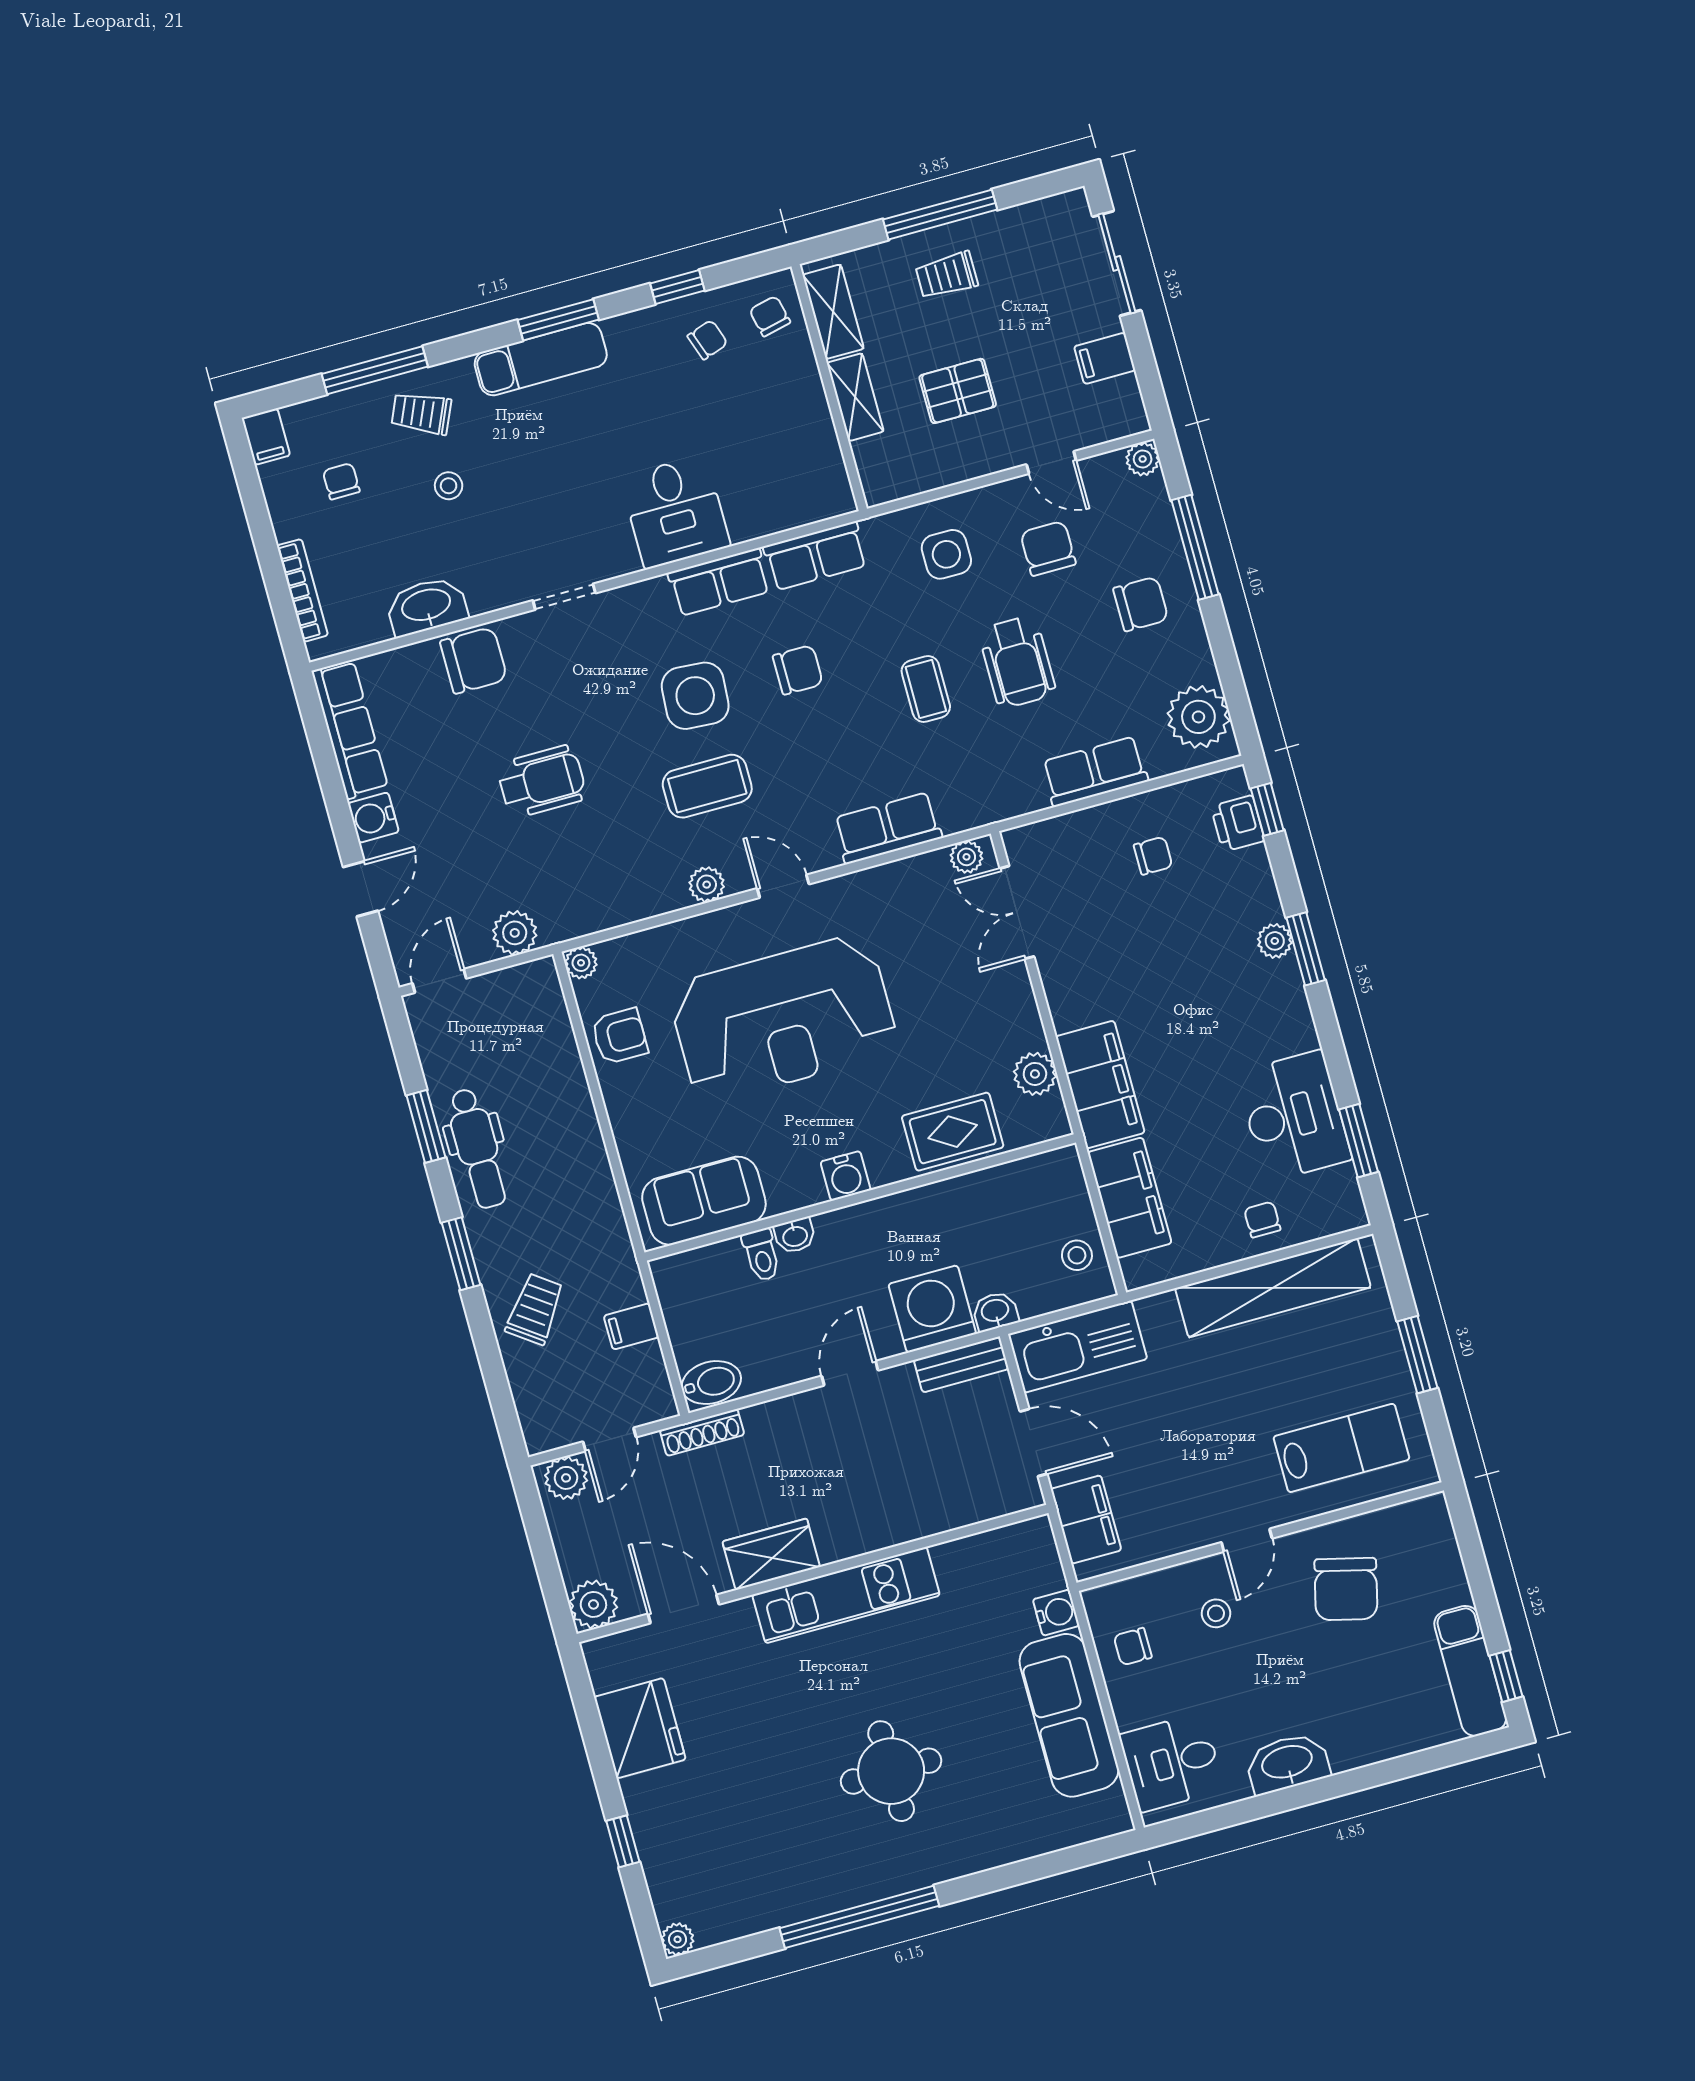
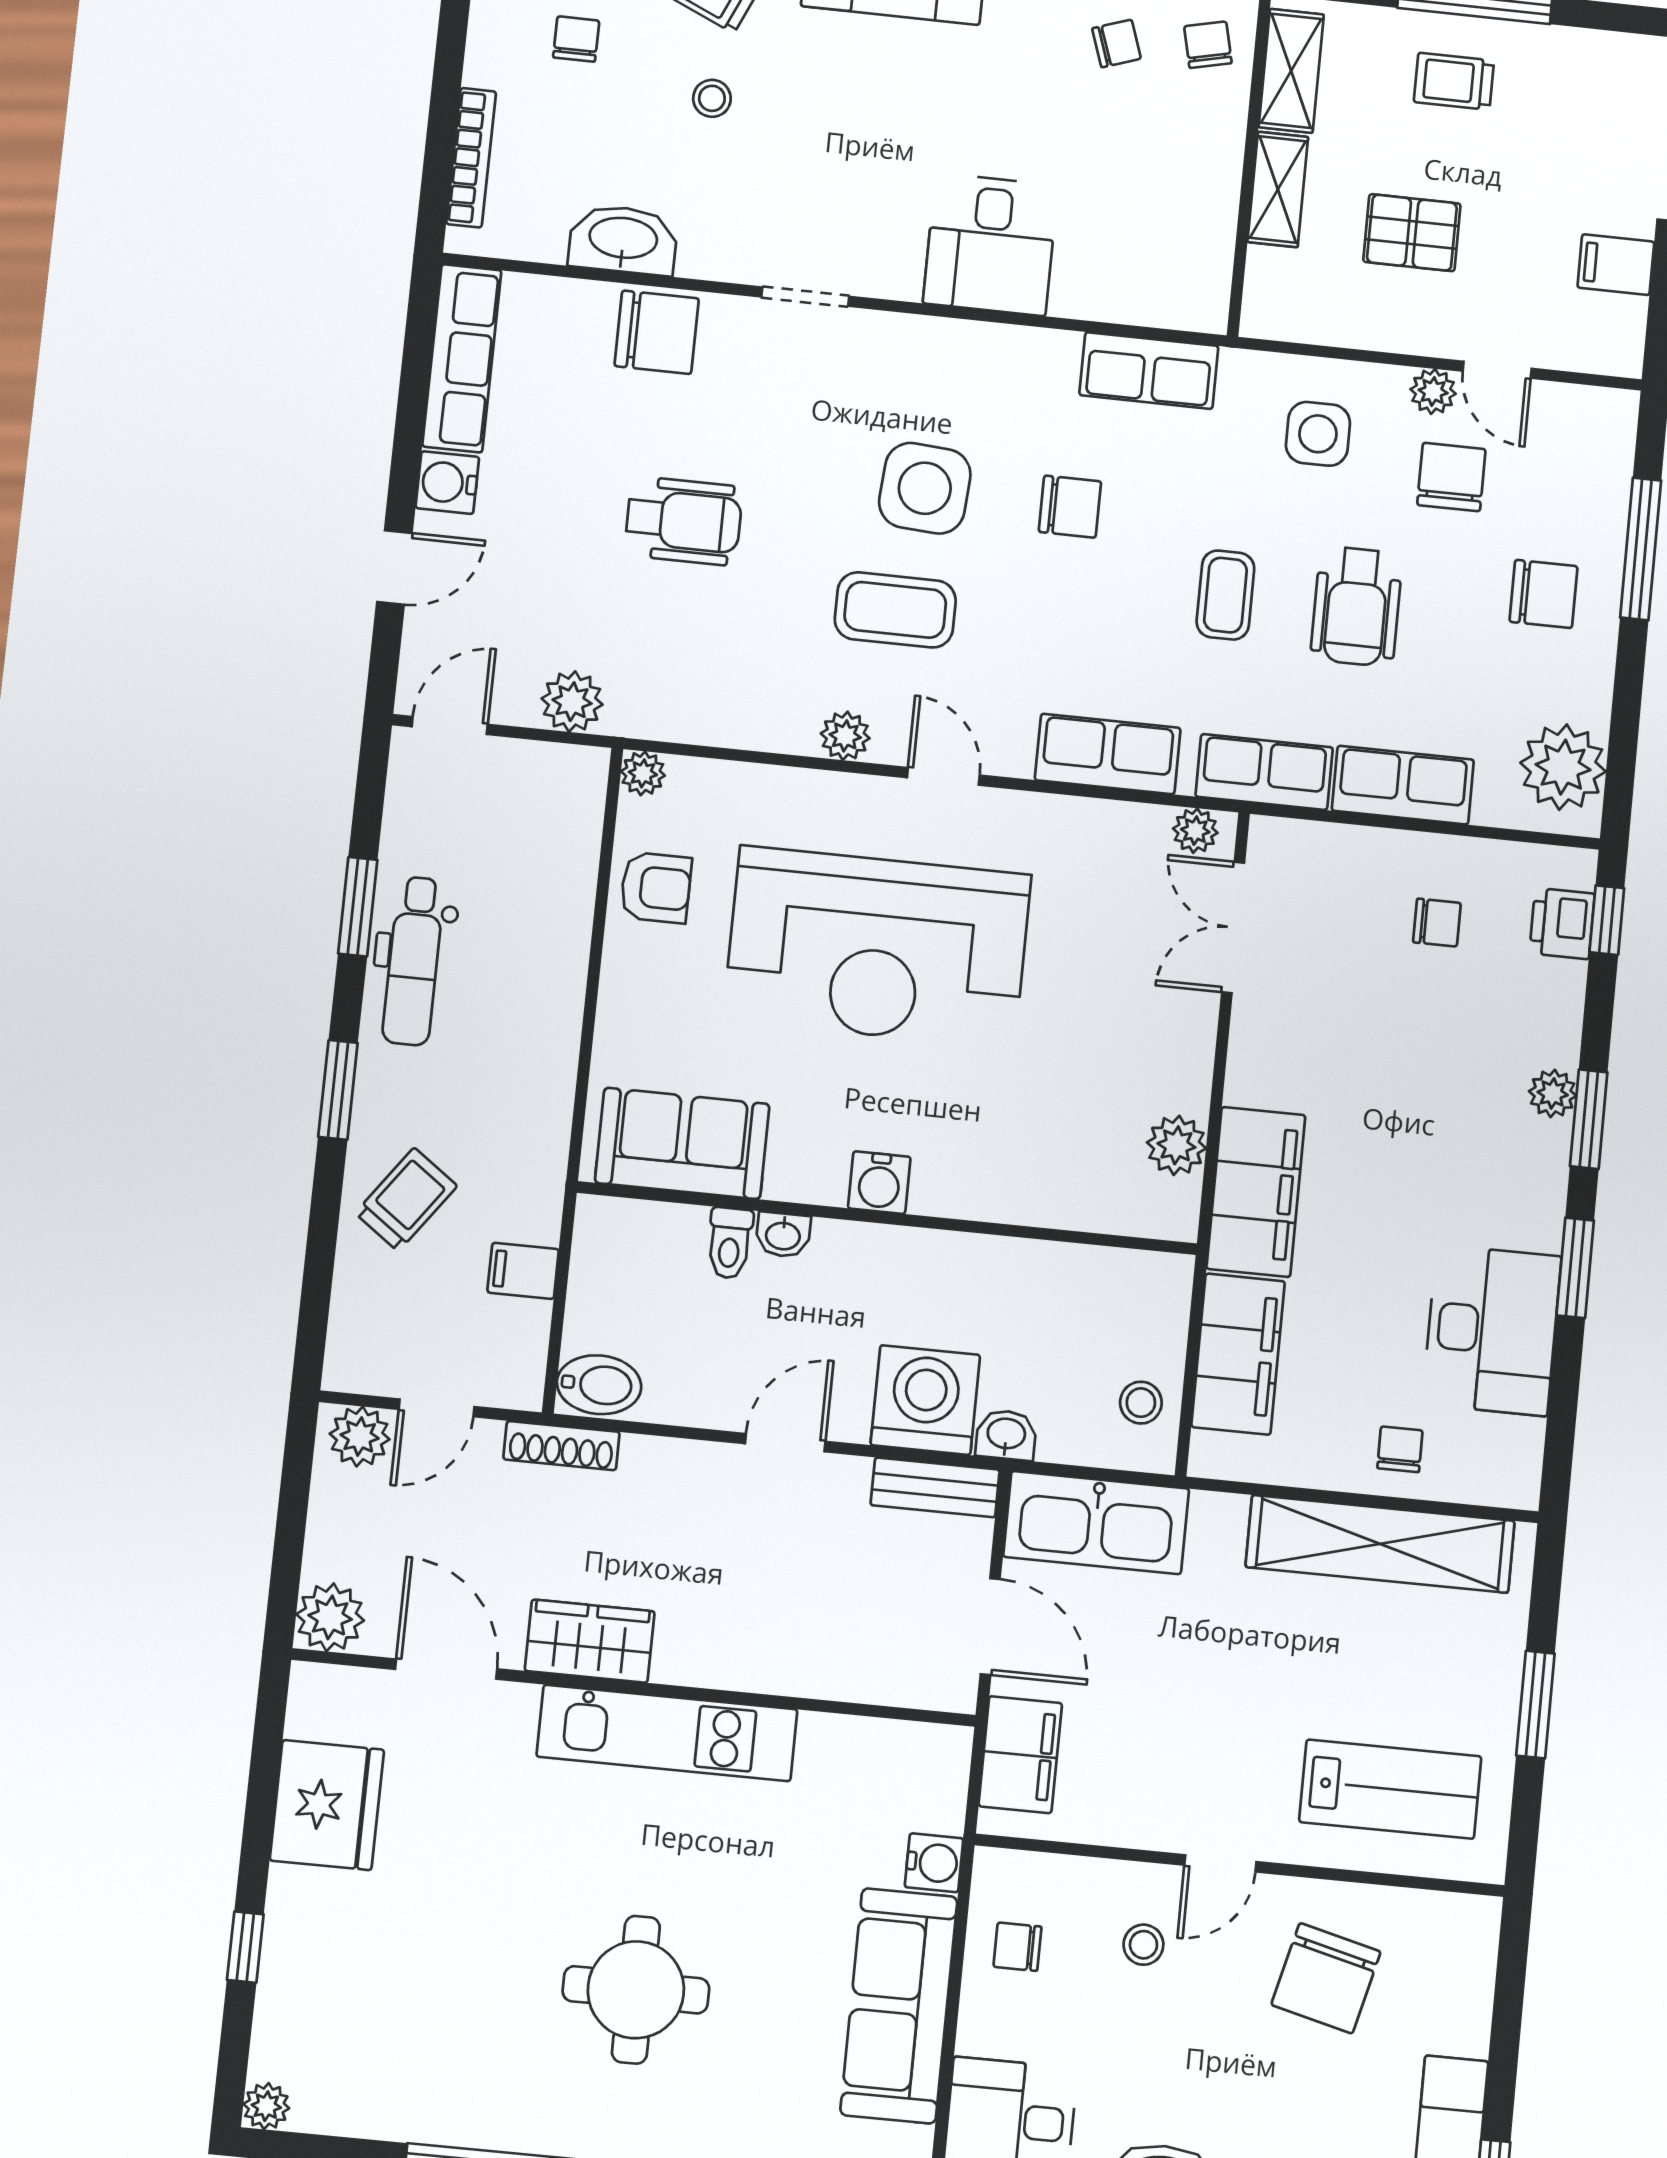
plant: (1143, 459) -> (1433, 391), moved
row of seats: (719, 582) -> (1264, 772), moved, turned 180
rug: (953, 1132) -> (1041, 1179), removed
window: (1358, 1141) -> (1575, 1268), moved

